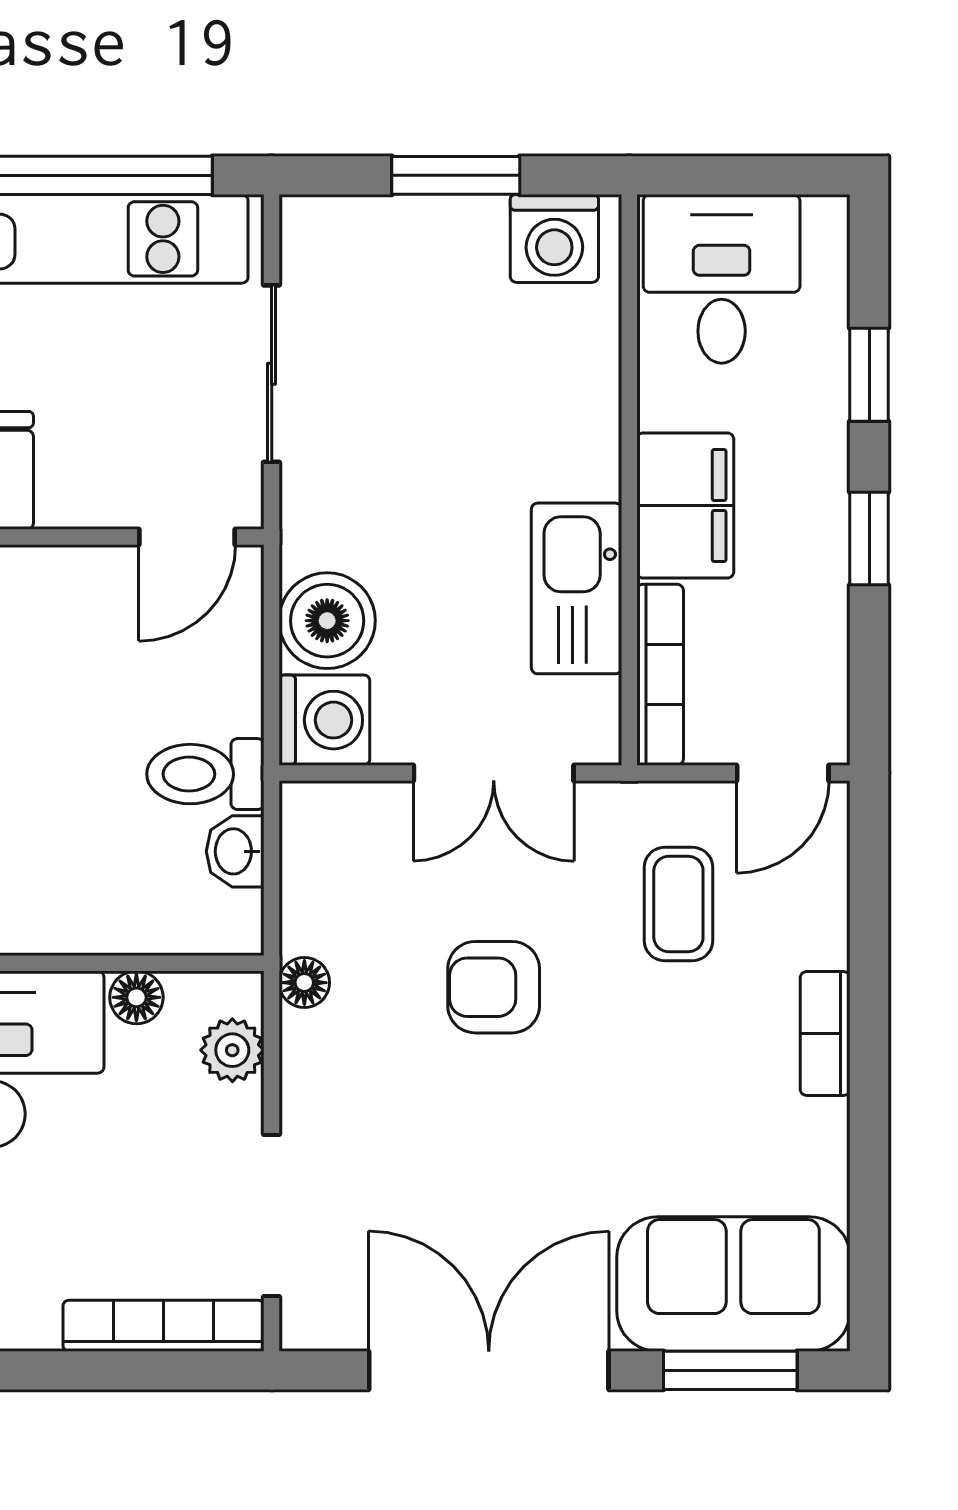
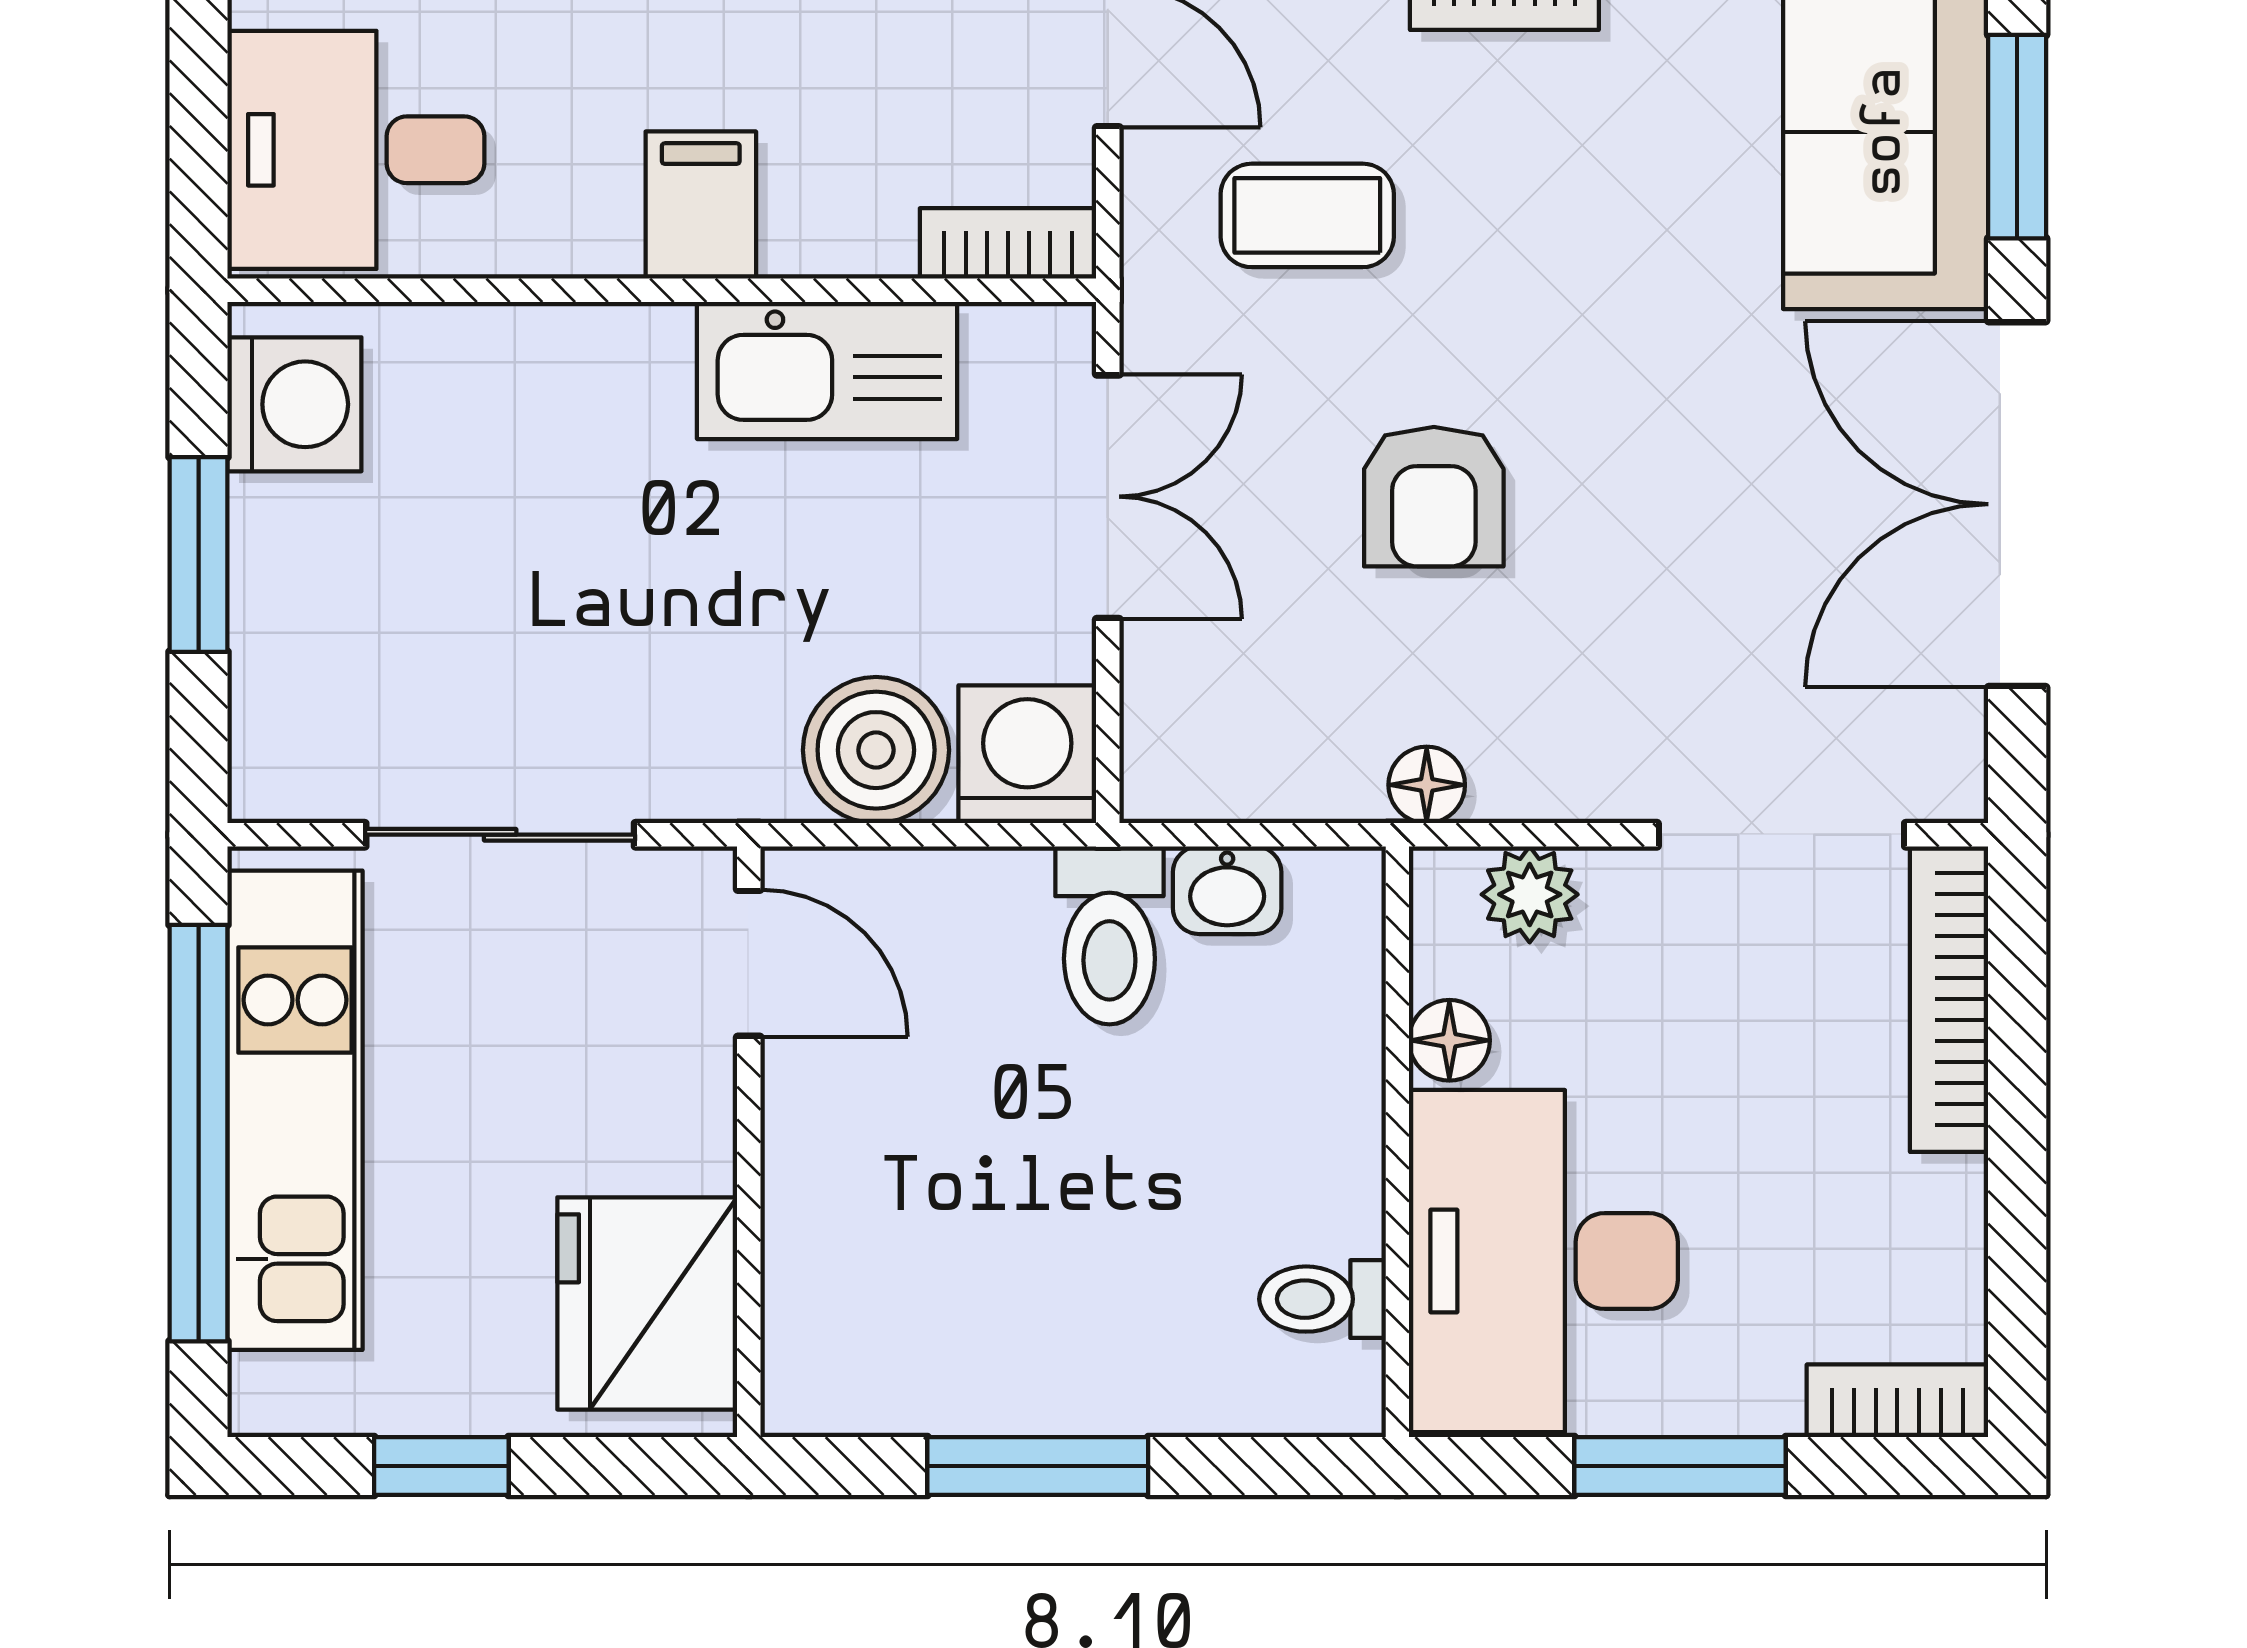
filing cabinet: (685, 506) -> (701, 205), width x0.50
bookcase: (660, 675) -> (1008, 243), width x0.64

